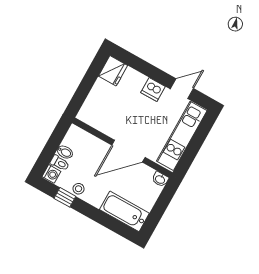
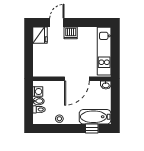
door: (182, 89) -> (57, 22), moved
washing machine: (51, 174) -> (38, 92), moved
window: (65, 197) -> (92, 129), moved

